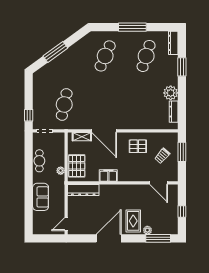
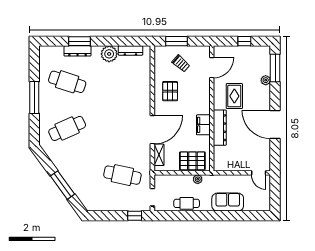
dresser: (173, 43) -> (78, 51), moved
cafe table: (105, 56) -> (67, 128), turned -48
dresser: (83, 190) -> (220, 128), moved
rug: (133, 221) -> (234, 96), moved, turned 90

